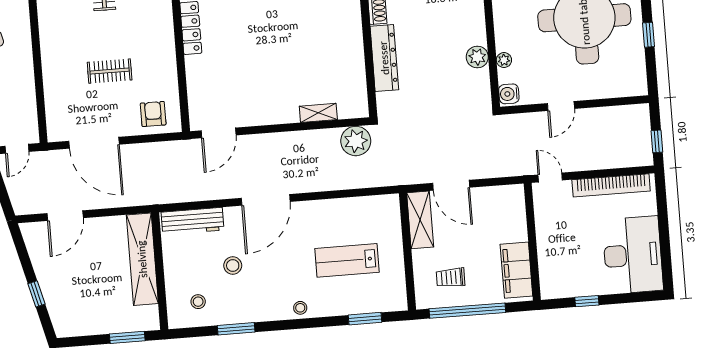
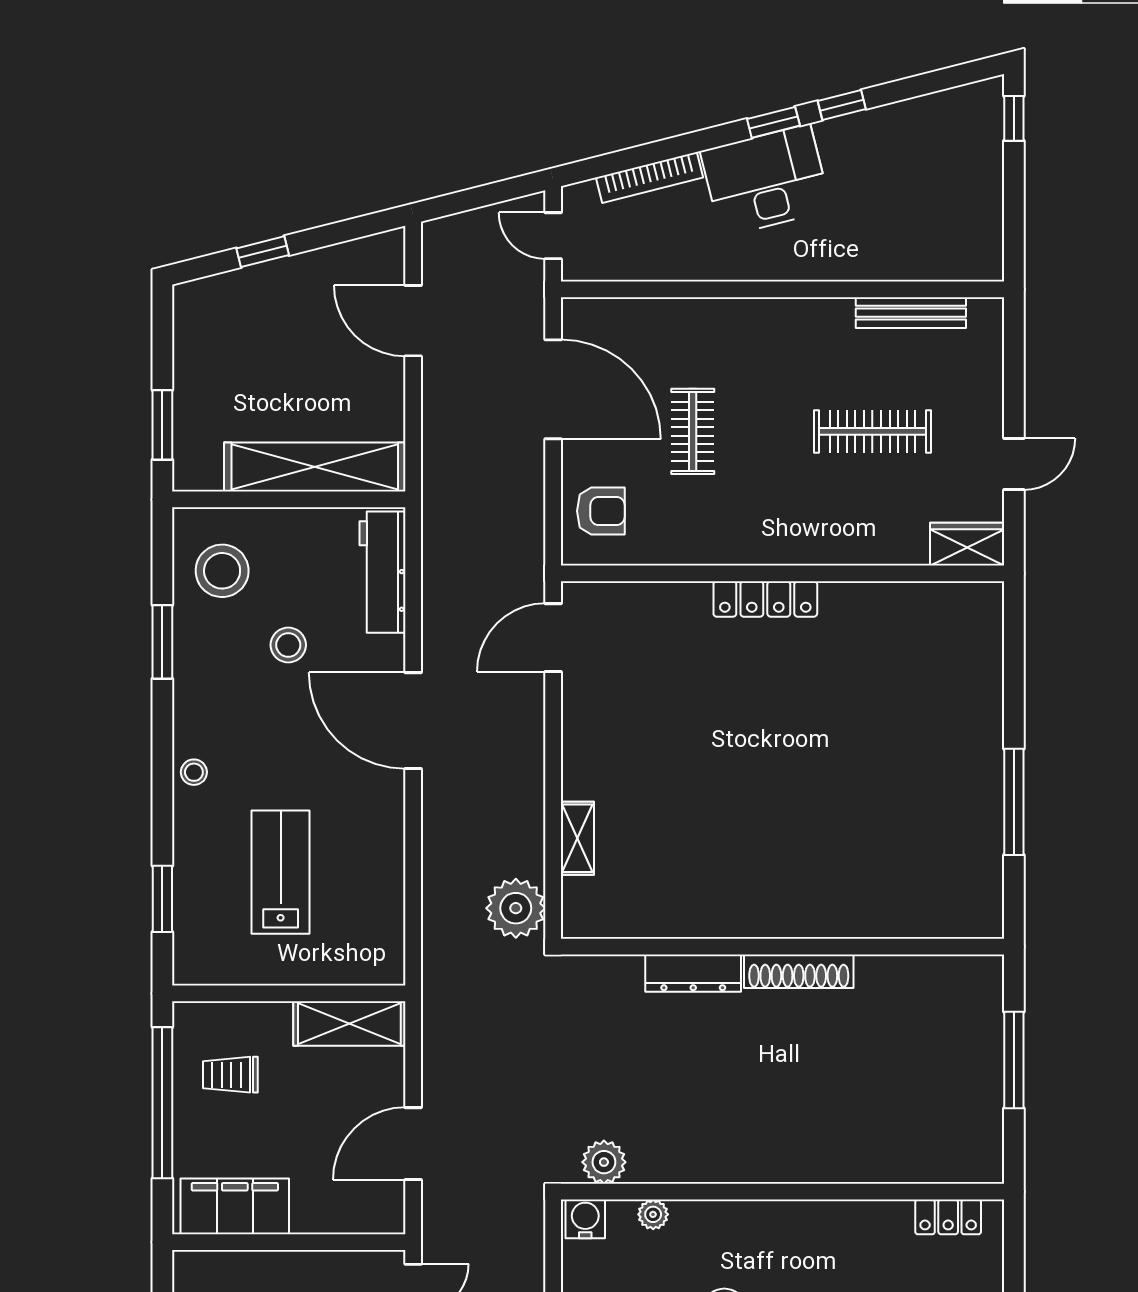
plant: (477, 57) -> (604, 1162), moved
dresser: (384, 58) -> (693, 973), width x0.73, depth x0.80
door: (219, 133) -> (553, 638), hinge flipped
door: (94, 143) -> (553, 389), swing flipped
door: (451, 185) -> (413, 1144), moved
trolley: (451, 278) -> (230, 1075), turned -90
stool: (198, 302) -> (222, 571), width x1.89, depth x1.89

